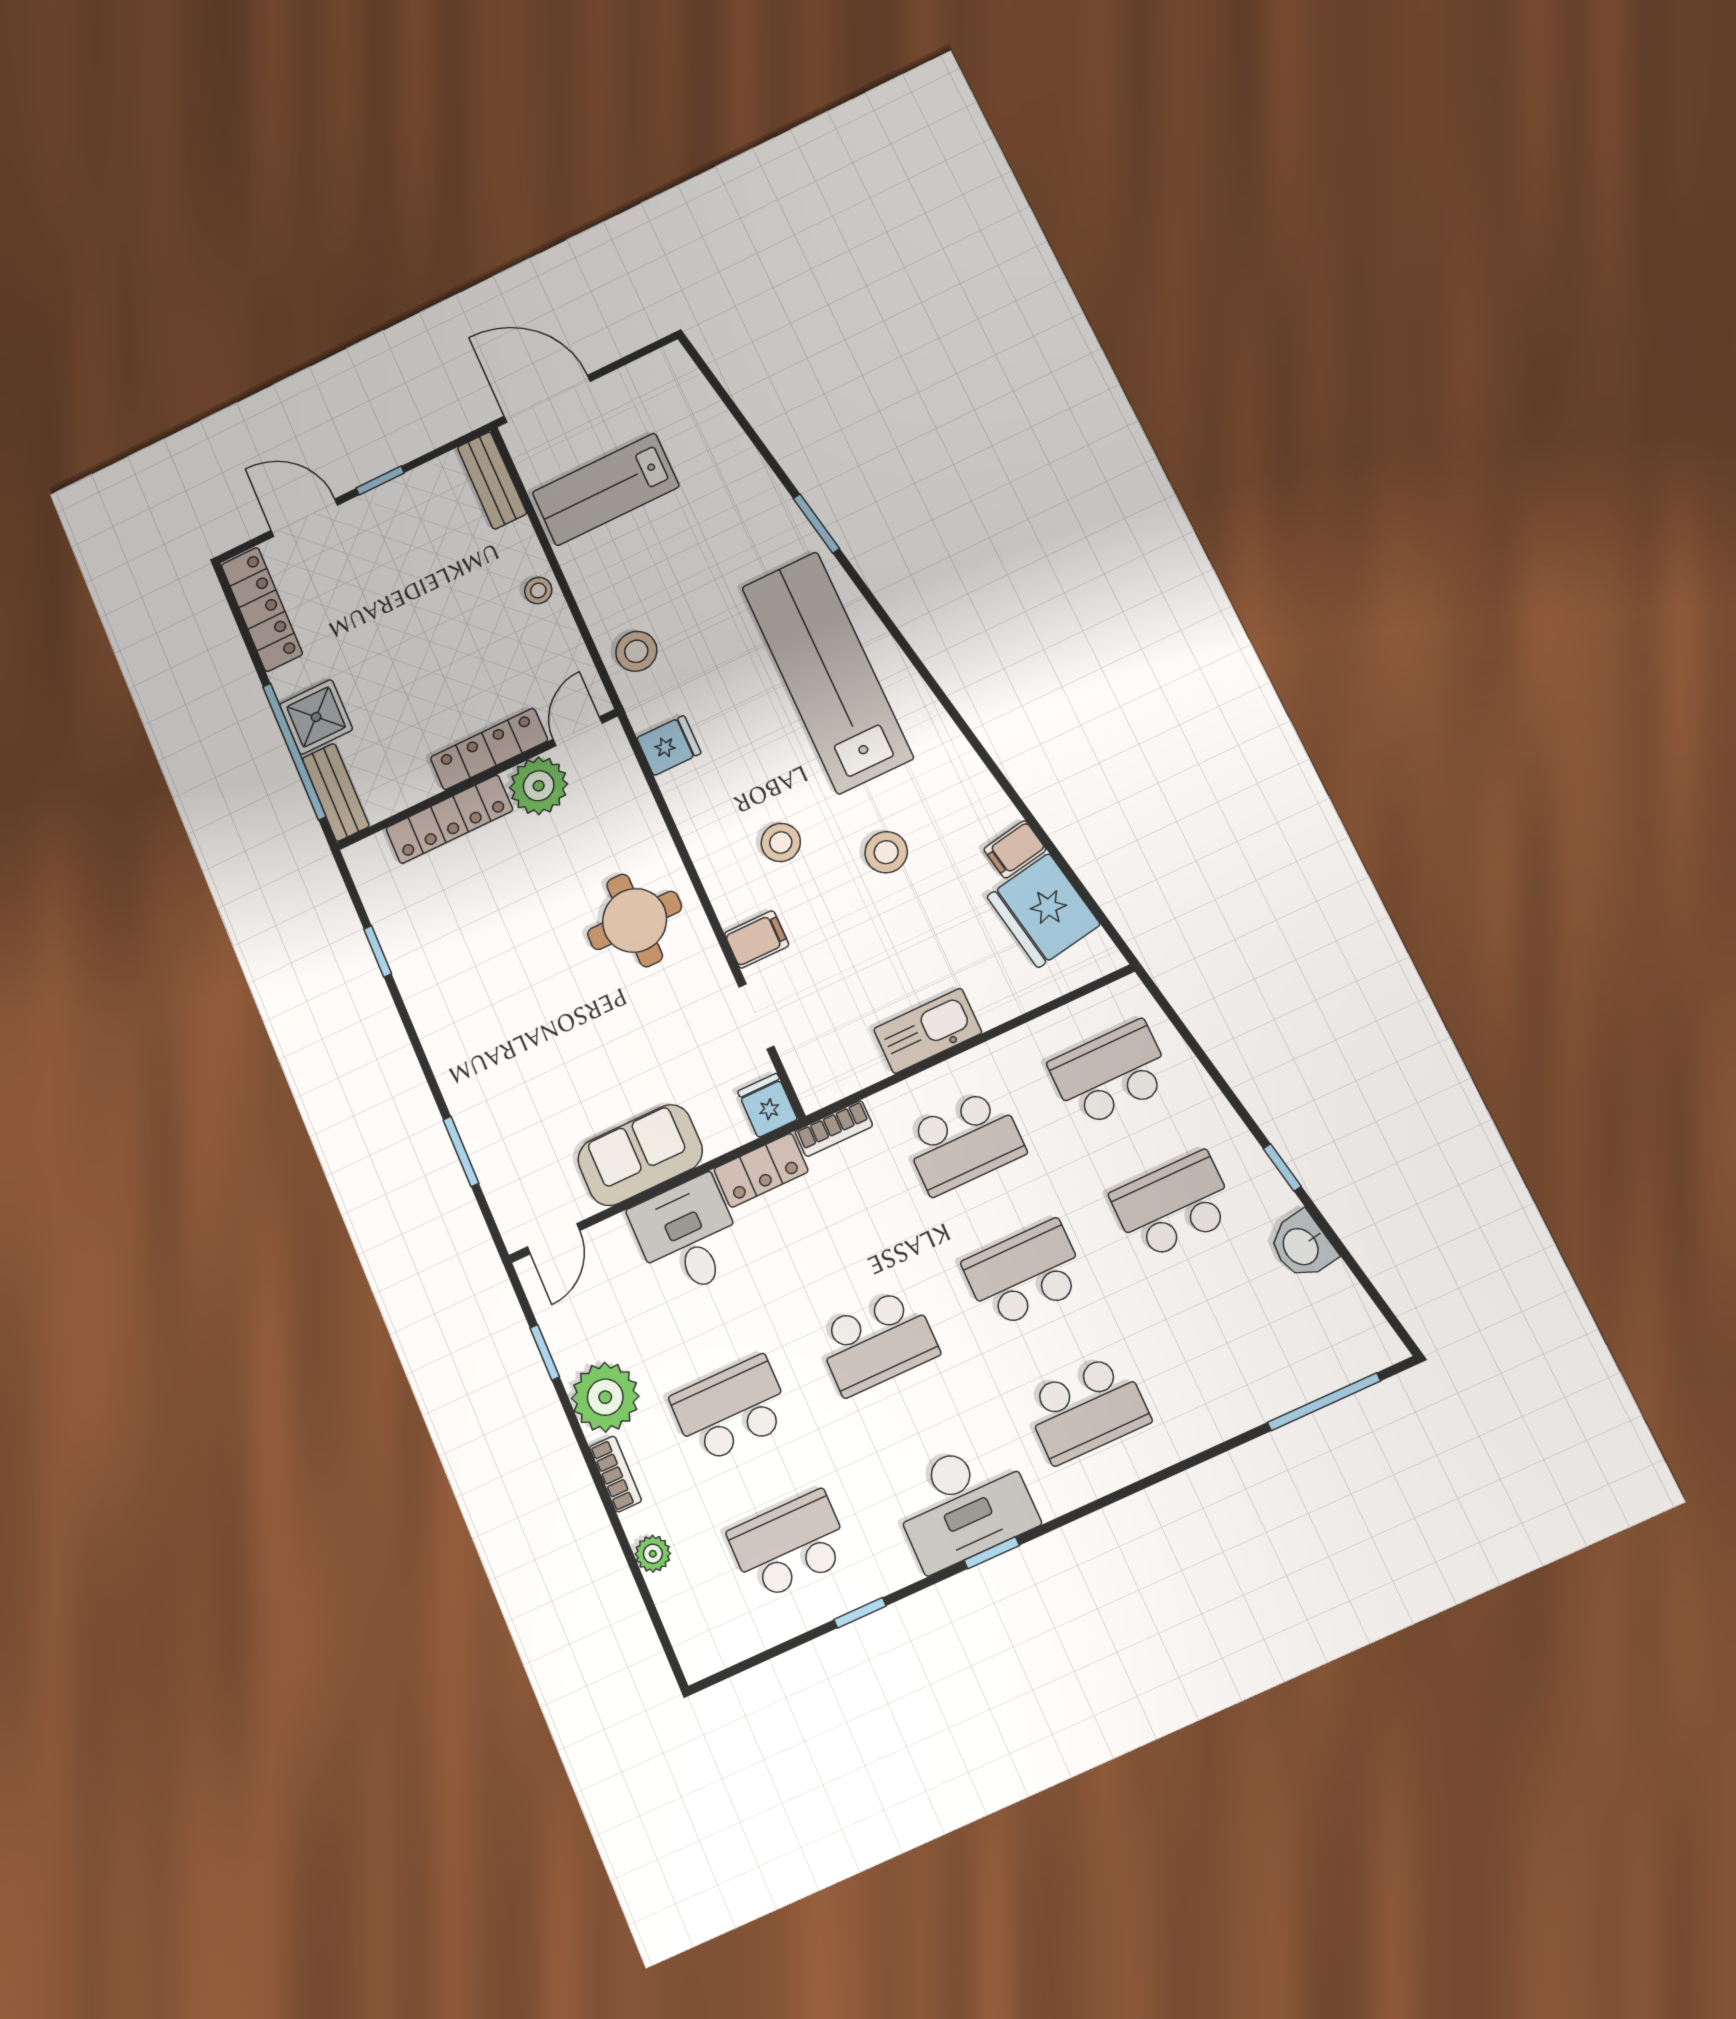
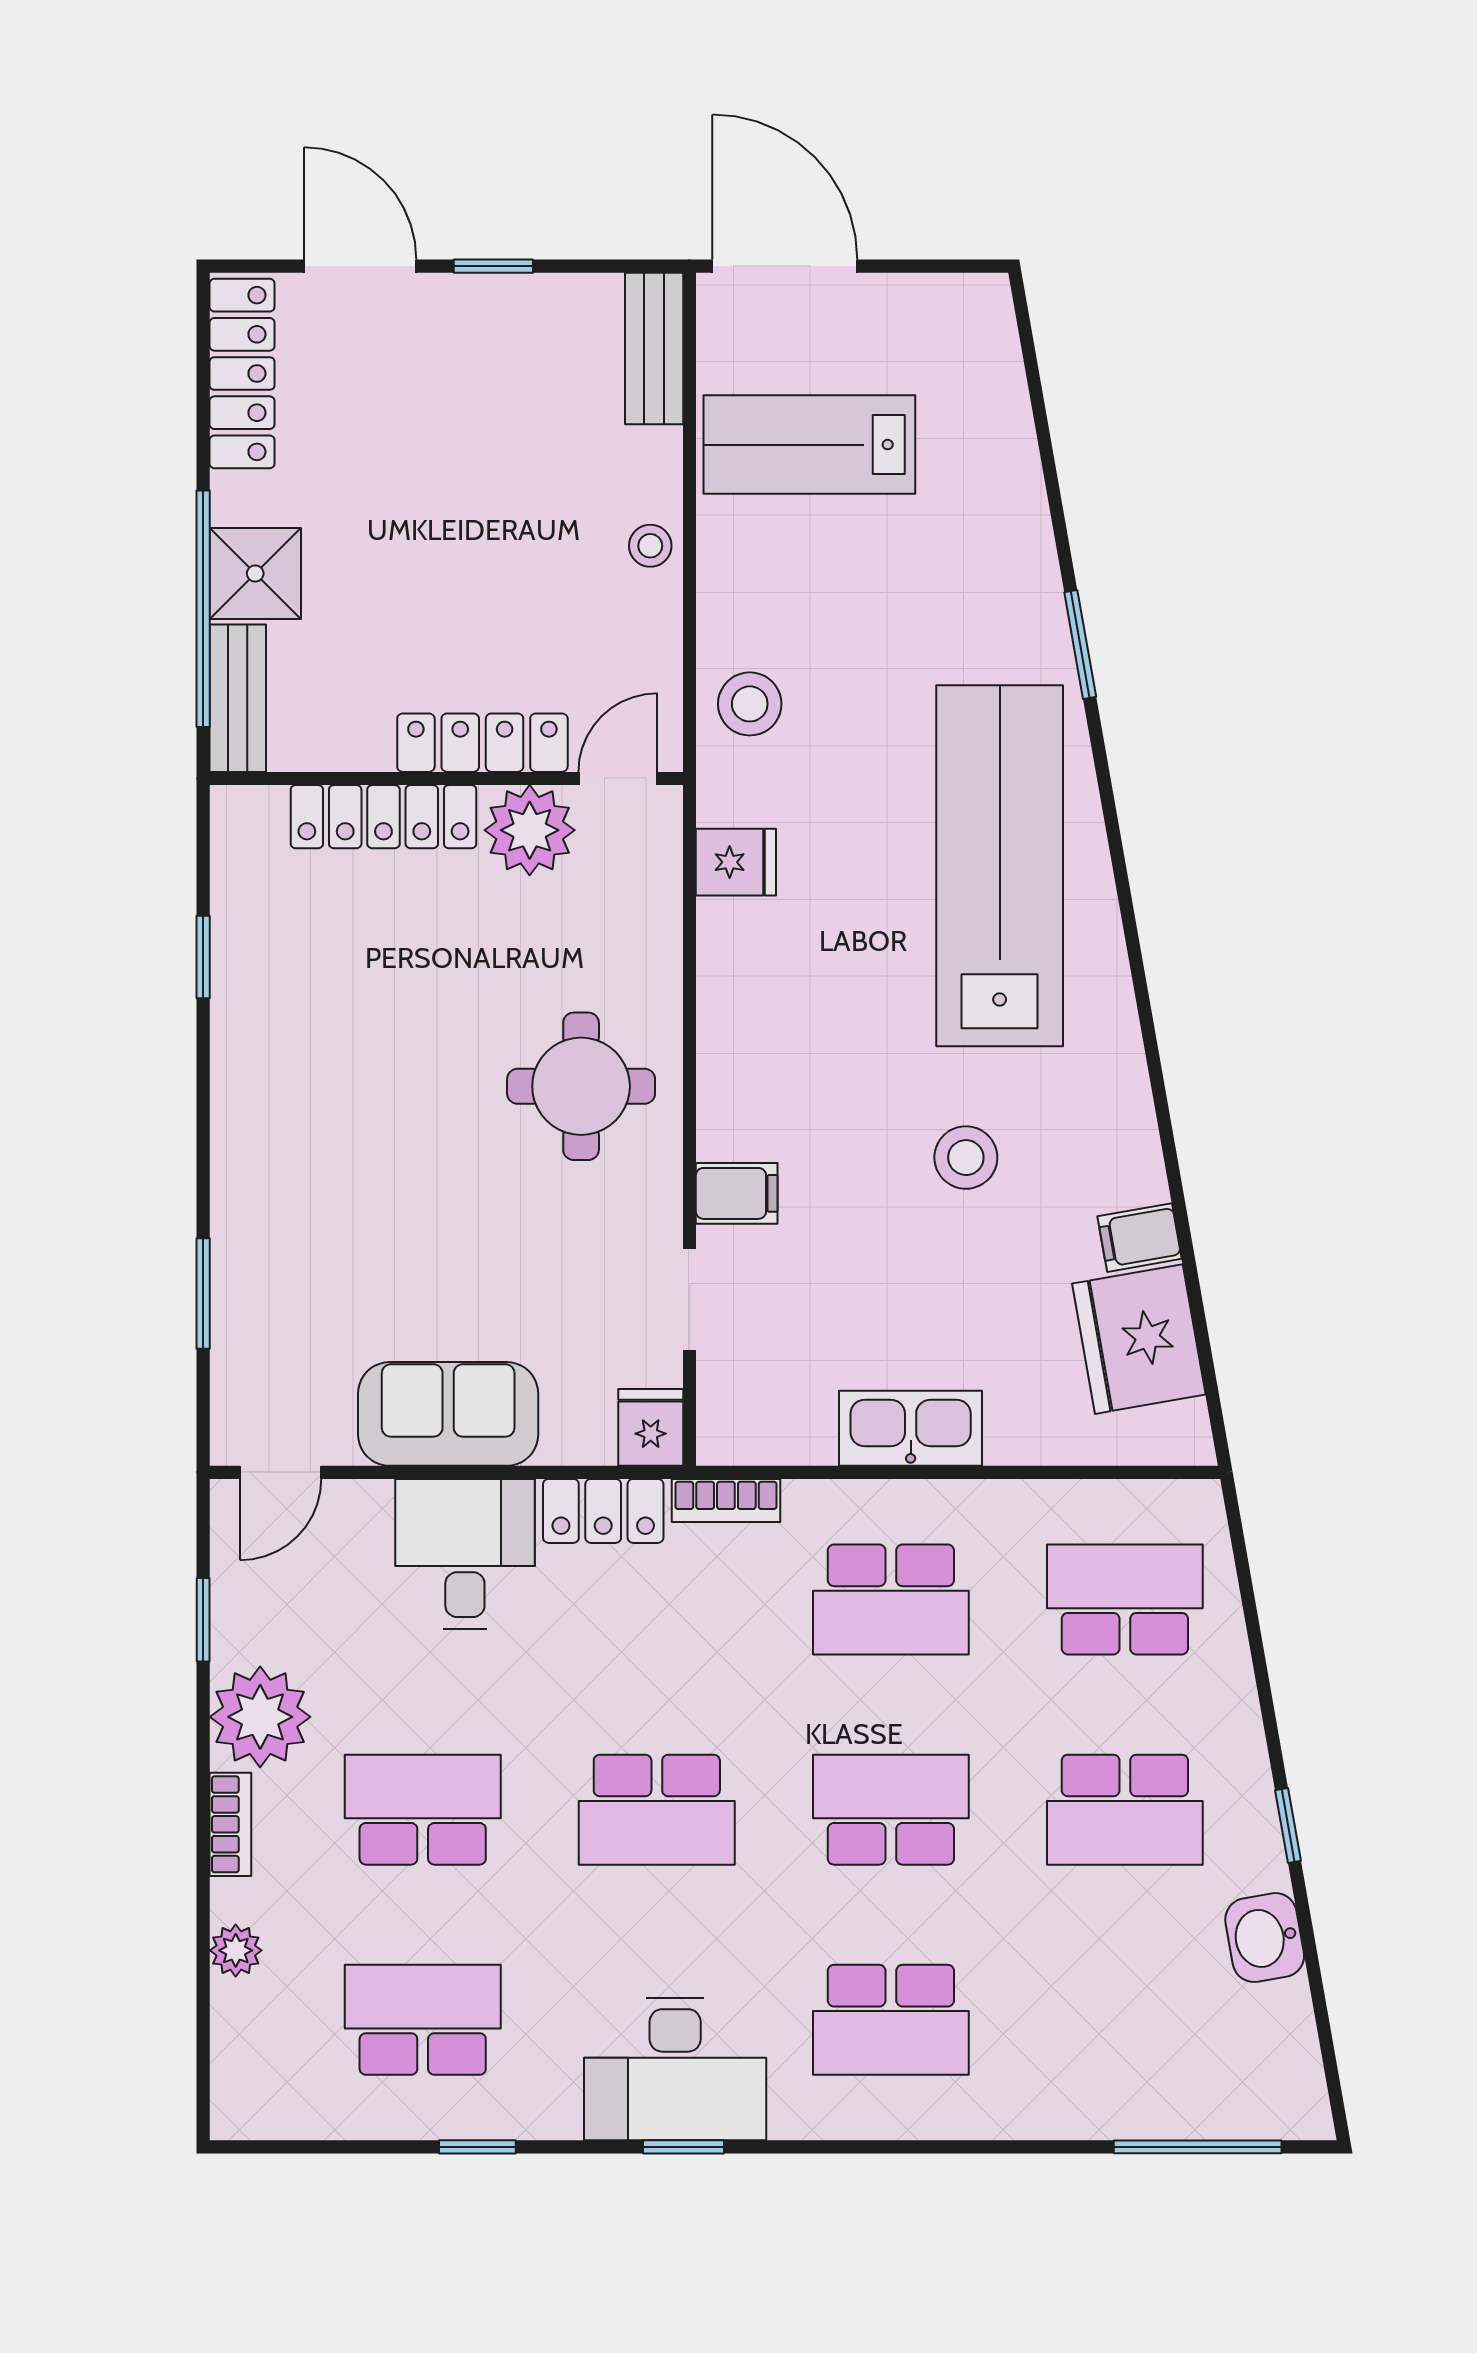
stool: (781, 842) -> (829, 1075), removed
school desk: (1173, 1205) -> (1125, 1810), turned 180

